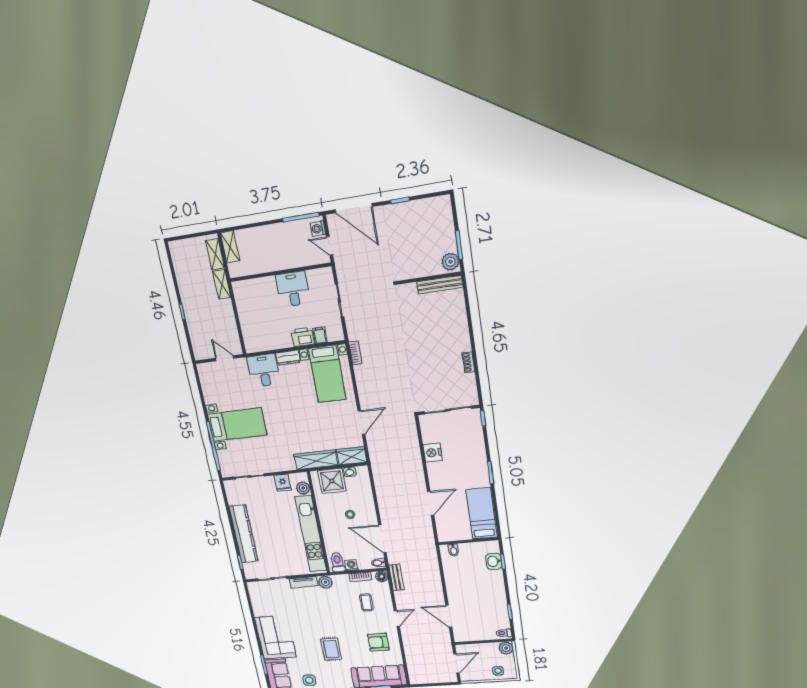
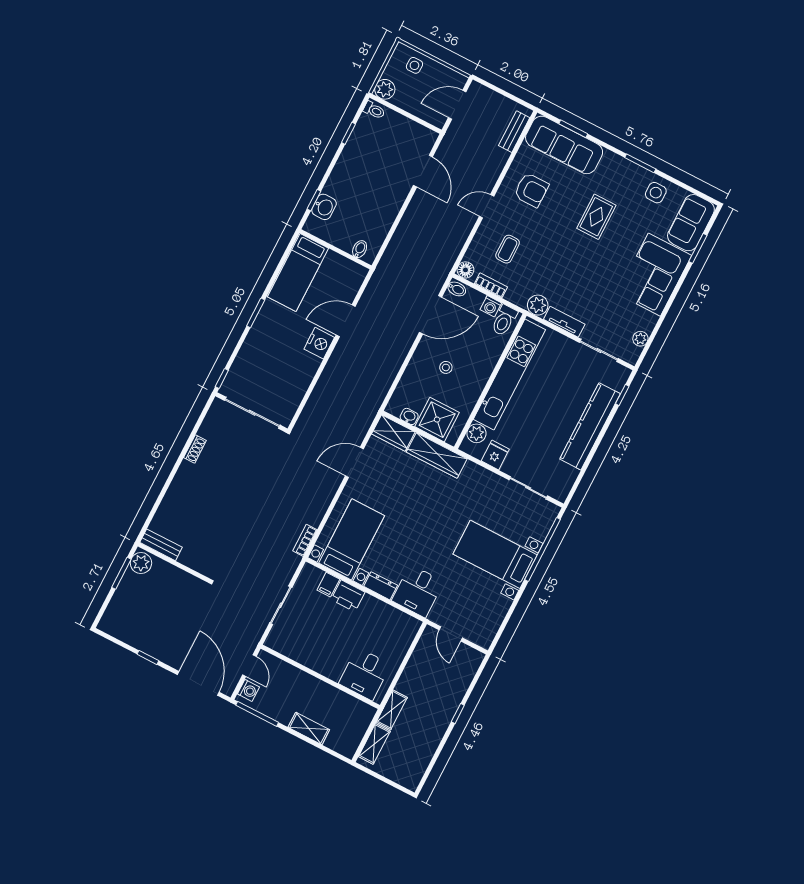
shelving: (230, 247) -> (309, 728), moved, turned 90
bench: (440, 285) -> (161, 545), width x0.73
desk: (293, 289) -> (365, 674), moved
nightstand: (433, 453) -> (319, 343), moved
door: (382, 539) -> (431, 315), hinge flipped
bench: (396, 577) -> (514, 132), moved
plant: (255, 599) -> (640, 339), added

